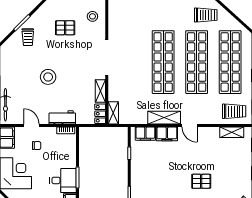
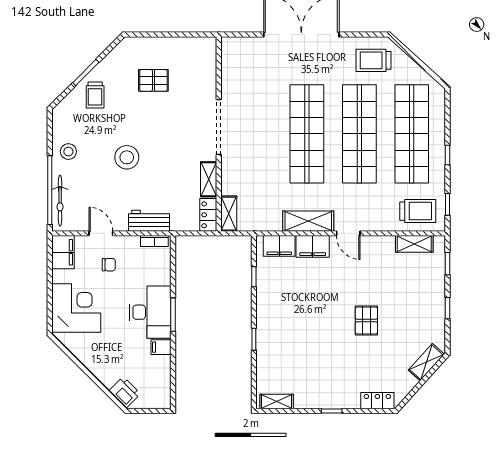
trolley: (206, 15) -> (373, 60), turned 180
stool: (92, 16) -> (68, 152), moved
desk: (63, 180) -> (150, 312), width x1.37
pallet: (201, 181) -> (366, 321), turned 90

